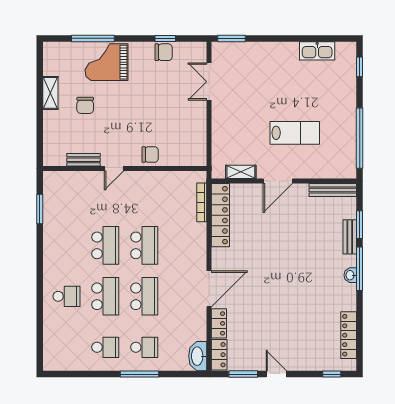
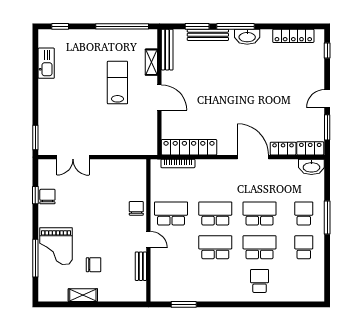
shelving: (241, 172) -> (151, 62), moved
school desk: (144, 194) -> (171, 213), added
bench: (350, 237) -> (208, 35), width x1.36
washbasin: (350, 275) -> (247, 37), width x1.91, depth x1.45

